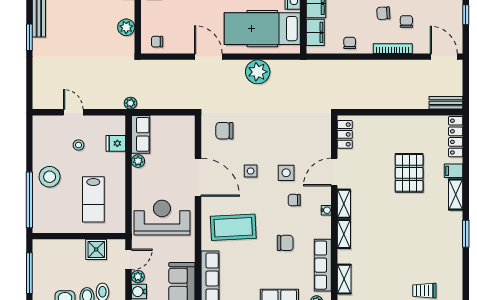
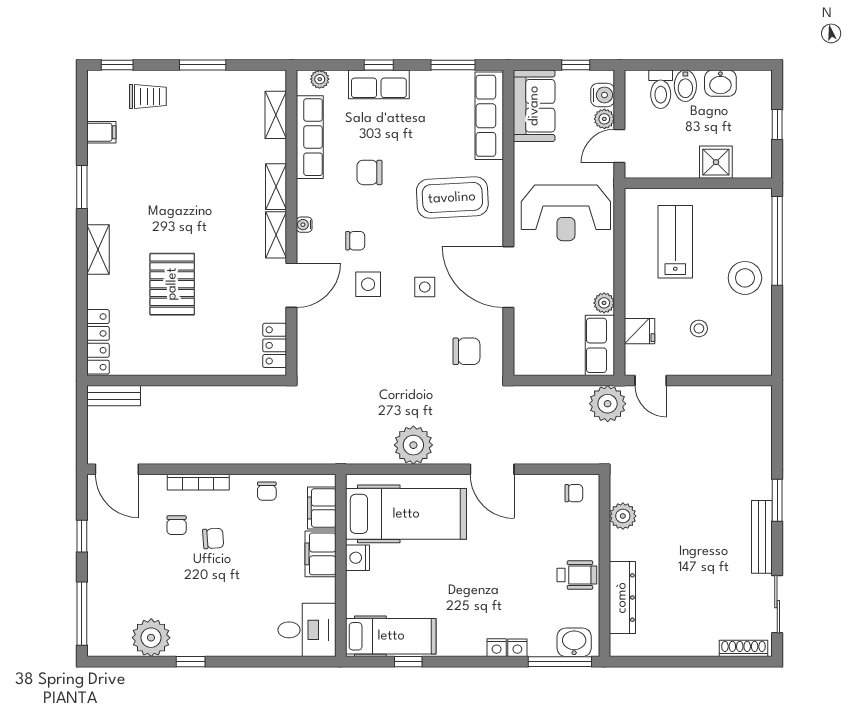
plant: (130, 103) -> (608, 404), width x1.88, depth x1.88
door: (73, 112) -> (651, 381), moved
filing cabinet: (454, 171) -> (101, 132), moved
shower: (96, 249) -> (716, 162), moved
window: (29, 273) -> (777, 124), width x0.46

